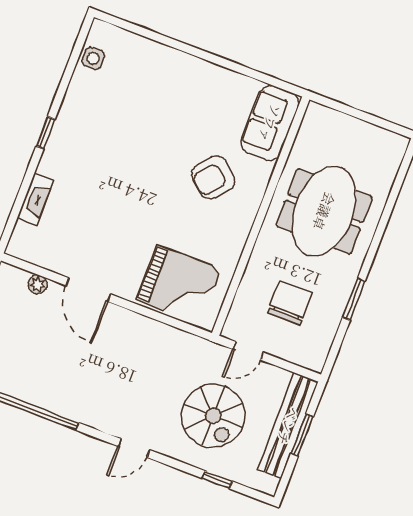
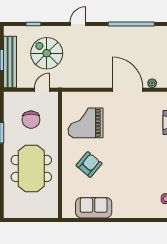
sofa: (270, 123) -> (94, 208), moved, turned -90
grand piano: (179, 284) -> (86, 123), moved
door: (88, 290) -> (127, 90), width x1.36

